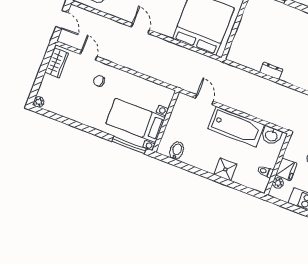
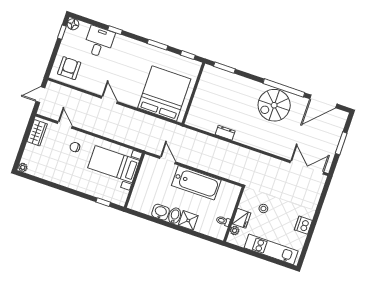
door: (62, 20) -> (40, 95), swing flipped
bed with nightstands: (136, 120) -> (114, 164), moved
washbasin: (271, 136) -> (161, 212), moved, turned 180
window: (129, 145) -> (103, 202), width x0.46
bidet: (177, 151) -> (175, 216), moved

